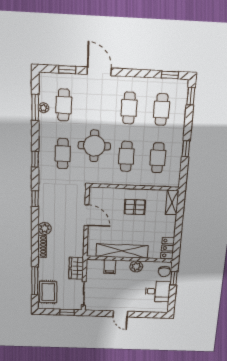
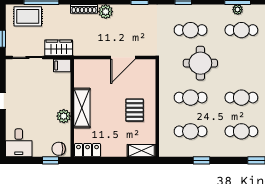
shelving: (122, 251) -> (82, 108), width x0.68
filing cabinet: (110, 267) -> (62, 65), moved
desk: (158, 291) -> (19, 143), moved

